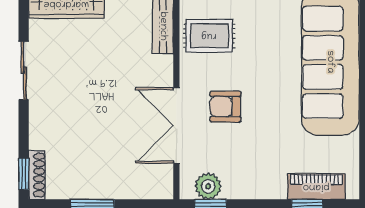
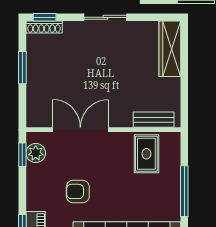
sliding door: (24, 70) -> (105, 17), moved
armchair: (225, 107) -> (78, 191), moved, turned -90

